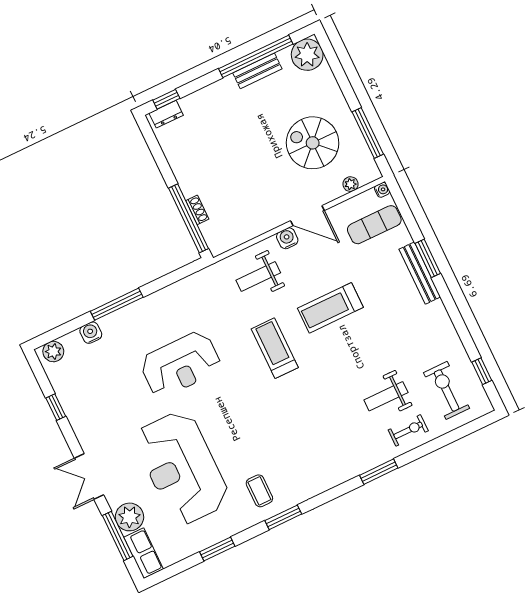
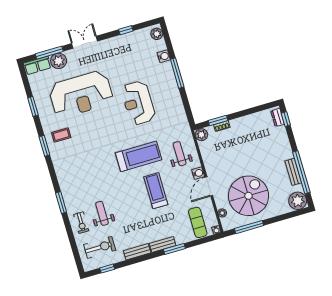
spiral stairs: (313, 143) -> (249, 196), width x1.37, depth x1.37
window: (189, 218) -> (218, 121), width x0.47
plant: (218, 244) -> (201, 135), added
bench: (420, 273) -> (163, 244), width x0.73
bench: (443, 323) -> (137, 252), added
treadmill: (275, 348) -> (139, 156), width x1.37, depth x1.38
reception desk: (182, 468) -> (81, 94), turned 180

